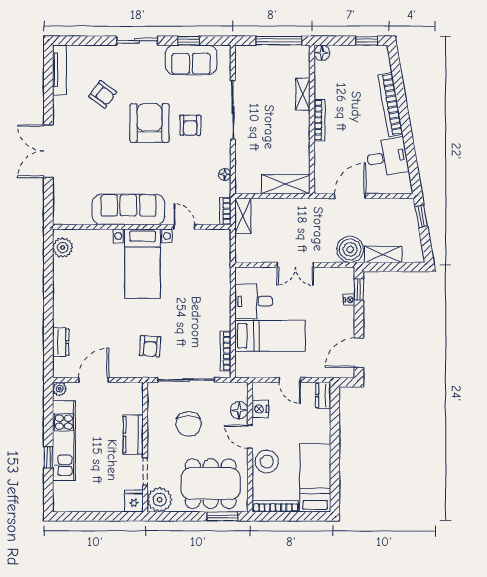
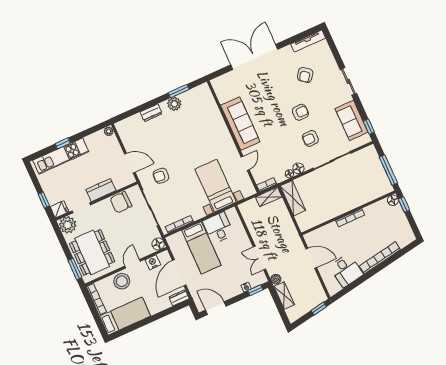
window: (189, 41) -> (369, 127), moved
window: (367, 41) -> (404, 205), moved
shelving: (303, 94) -> (362, 200), removed
armchair: (150, 123) -> (300, 112), width x0.53, depth x0.53
double door: (48, 151) -> (254, 57), width x1.36
floor lamp: (223, 159) -> (298, 168), added
shelving: (286, 184) -> (293, 198), moved
plant: (63, 248) -> (174, 104), moved
boiler: (350, 249) -> (276, 279), width x0.54, depth x0.54
bed with nightstands: (143, 264) -> (216, 186), moved, turned 90
double door: (295, 265) -> (259, 258), moved
window: (48, 272) -> (179, 91), added
dresser: (61, 342) -> (151, 113), moved
door: (94, 380) -> (130, 163), moved
door: (290, 380) -> (179, 273), width x1.87
floor lamp: (239, 410) -> (158, 244), moved
chair: (189, 424) -> (121, 202), moved
kitchen unit: (64, 440) -> (61, 156), moved
window: (112, 516) -> (44, 200), added

